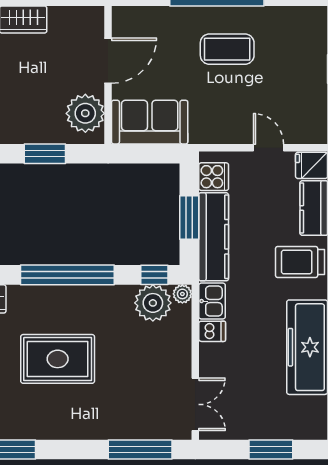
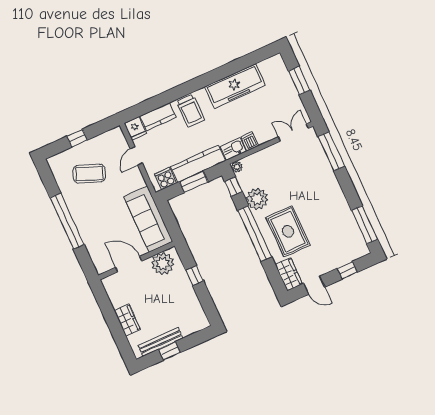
coffee table: (227, 49) -> (89, 174), moved, turned -69
sofa: (150, 122) -> (148, 219), width x1.36
window: (45, 154) -> (195, 275), width x0.67
plant: (153, 303) -> (257, 199), moved
rug: (58, 359) -> (288, 231), moved

